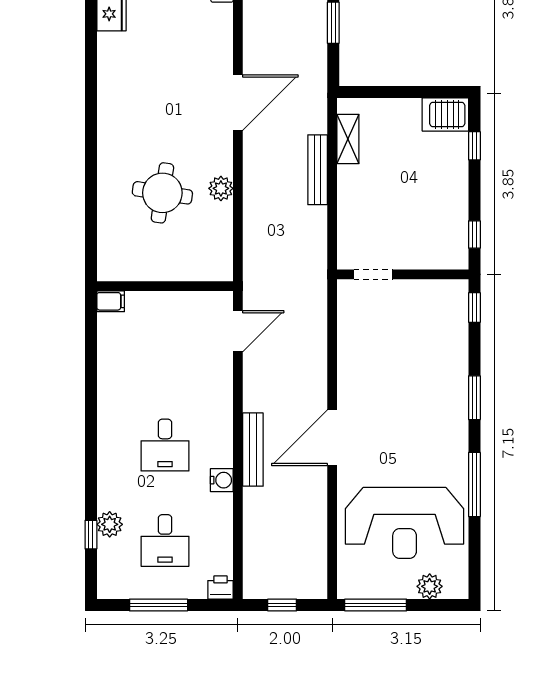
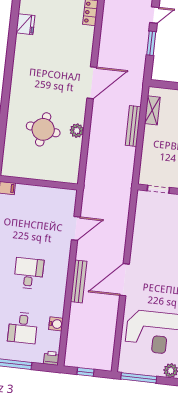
door: (238, 331) -> (76, 228), moved
desk: (165, 445) -> (29, 273), turned 180
water cooler: (222, 480) -> (56, 324), moved

